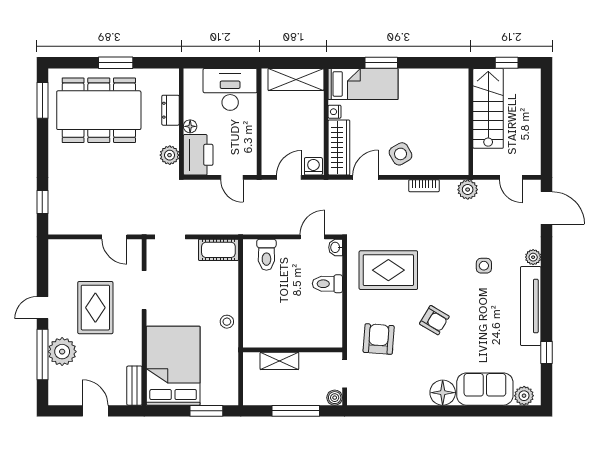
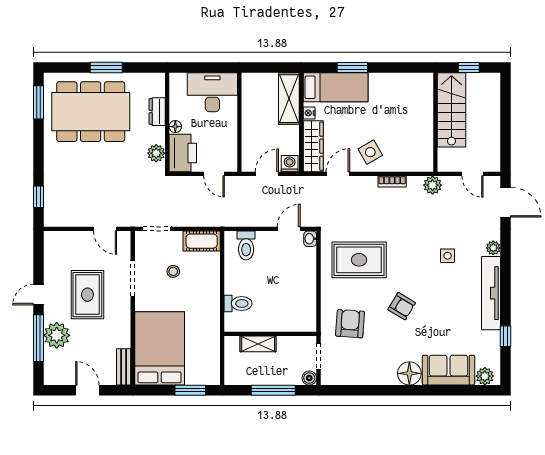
shelving: (296, 79) -> (289, 99), moved, turned 90
toilet: (327, 284) -> (238, 304), moved, turned 180
stool: (227, 322) -> (173, 271), moved

